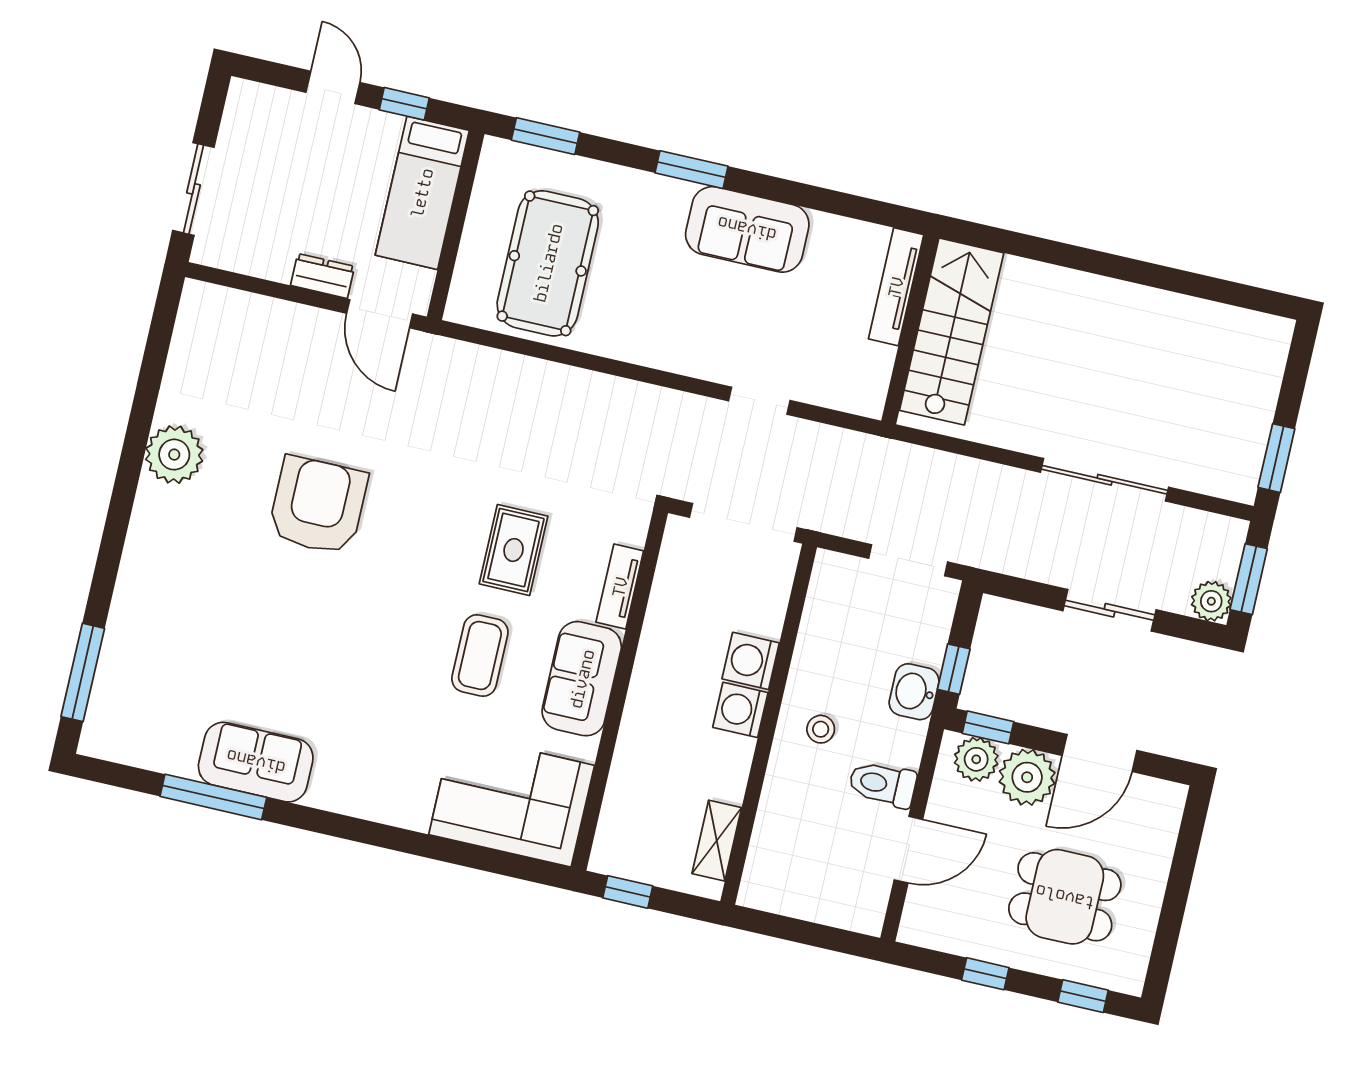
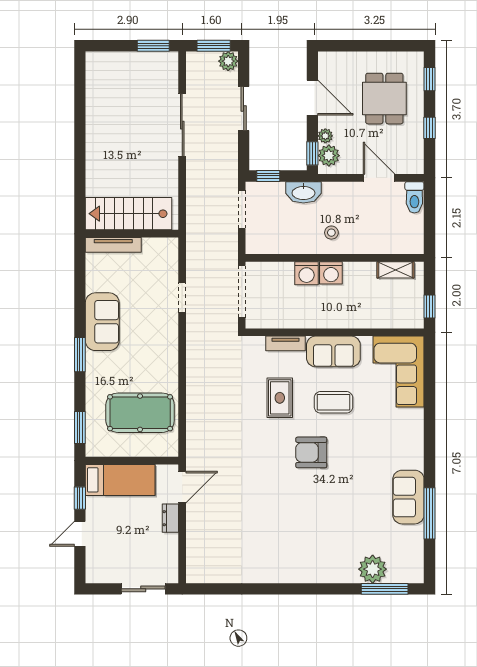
plant: (174, 455) -> (373, 569), moved
armchair: (318, 505) -> (311, 452), moved, width x0.73, depth x0.73
rug: (514, 550) -> (280, 398), turned 90
window: (954, 669) -> (268, 176), moved
washbasin: (914, 692) -> (303, 192), width x1.38
plant: (1027, 777) -> (325, 136), width x0.53, depth x0.53
toilet: (882, 784) -> (414, 197), moved

